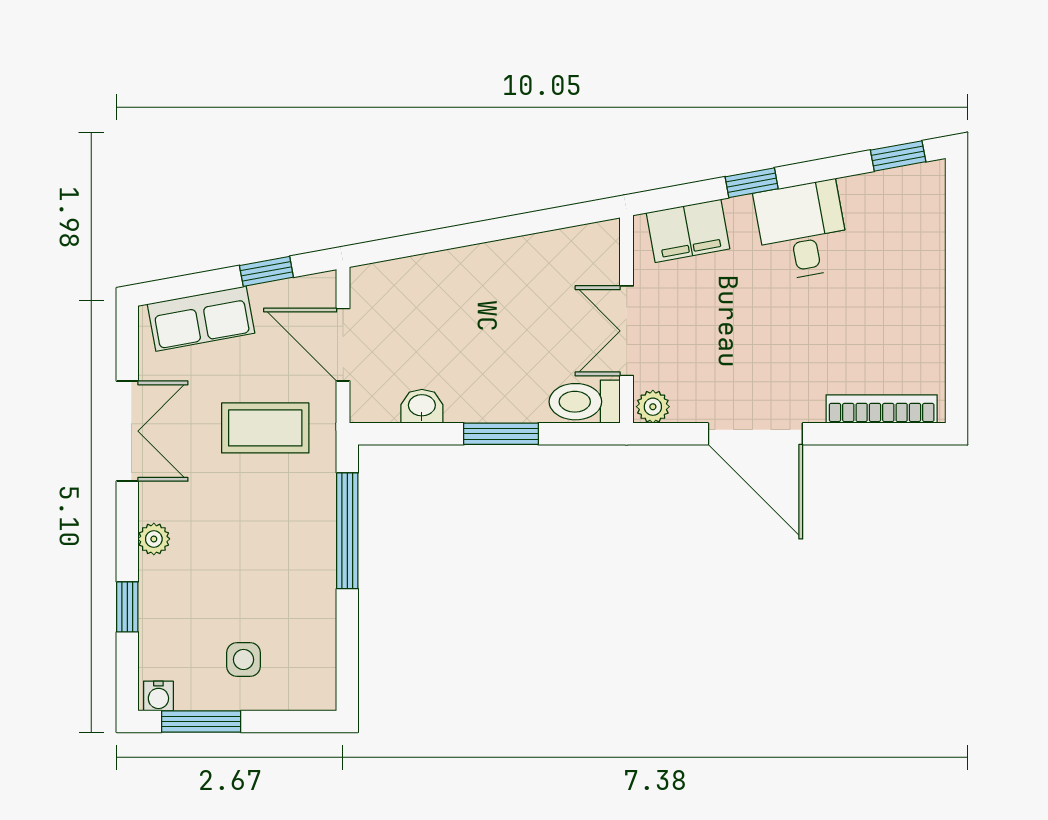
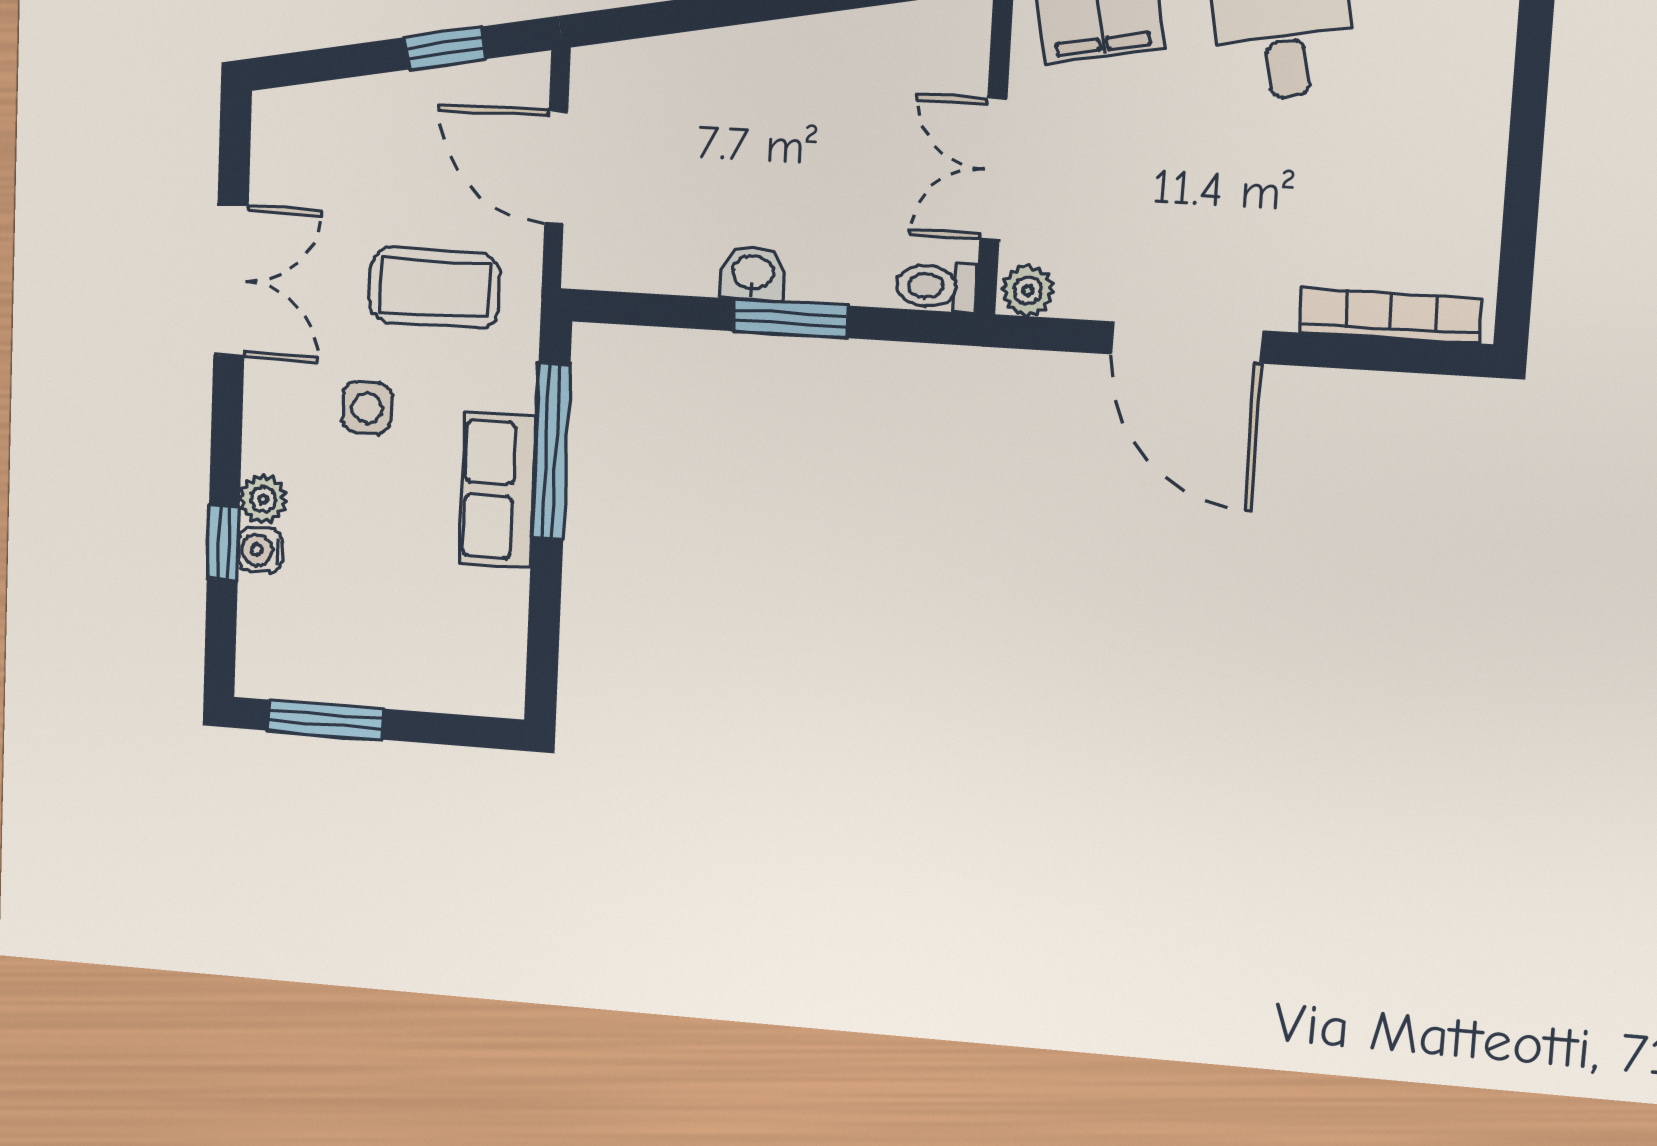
row of seats: (201, 319) -> (498, 490), moved, turned 100
toilet: (585, 402) -> (937, 286), width x0.73, depth x0.72
washbasin: (422, 406) -> (753, 274), moved
plant: (154, 539) -> (263, 499), moved
side table: (243, 660) -> (367, 408), moved
water cooler: (158, 696) -> (260, 550), moved, turned 90

